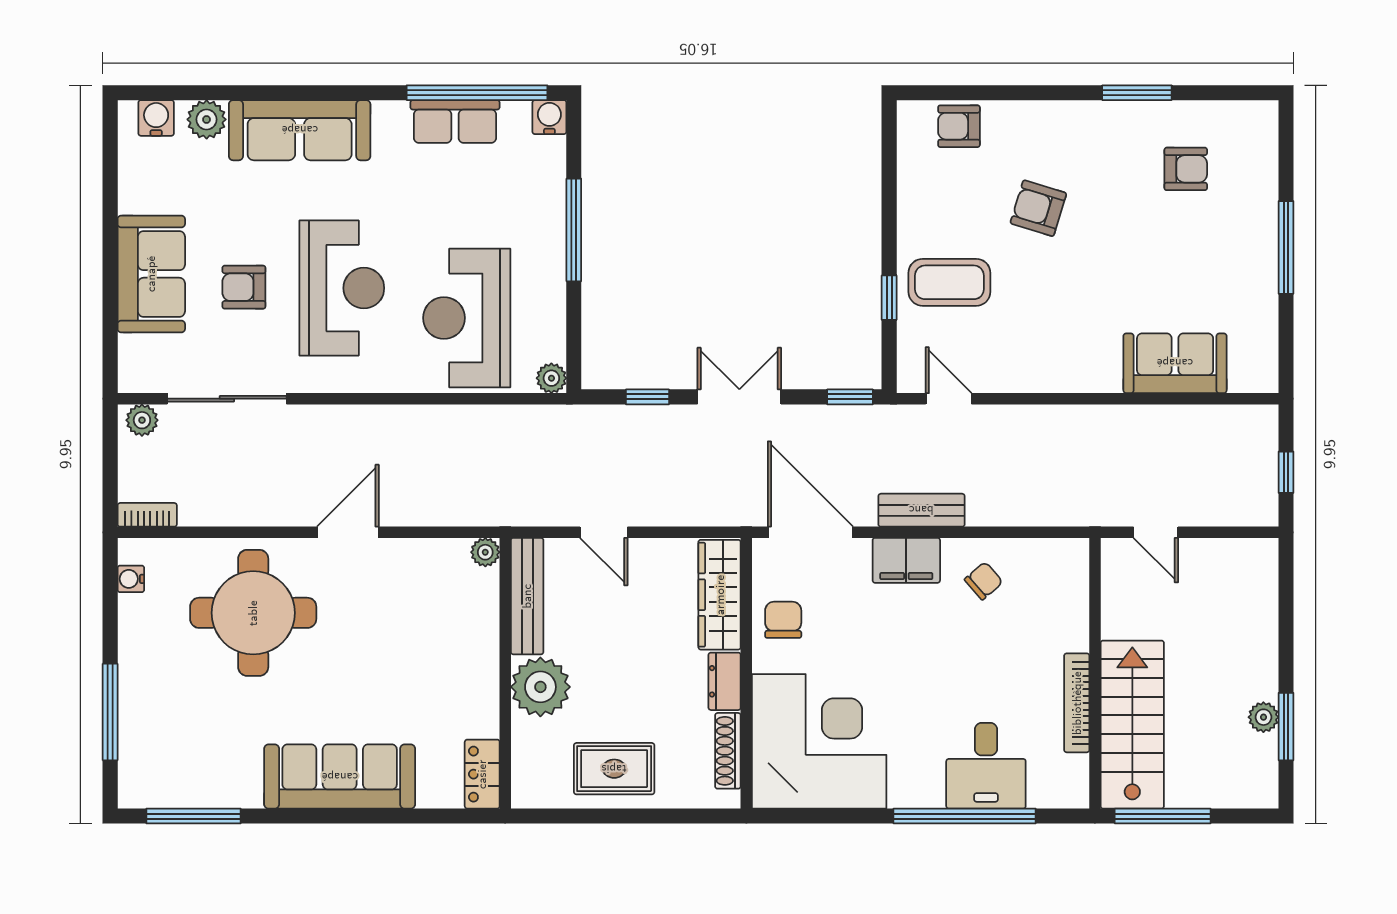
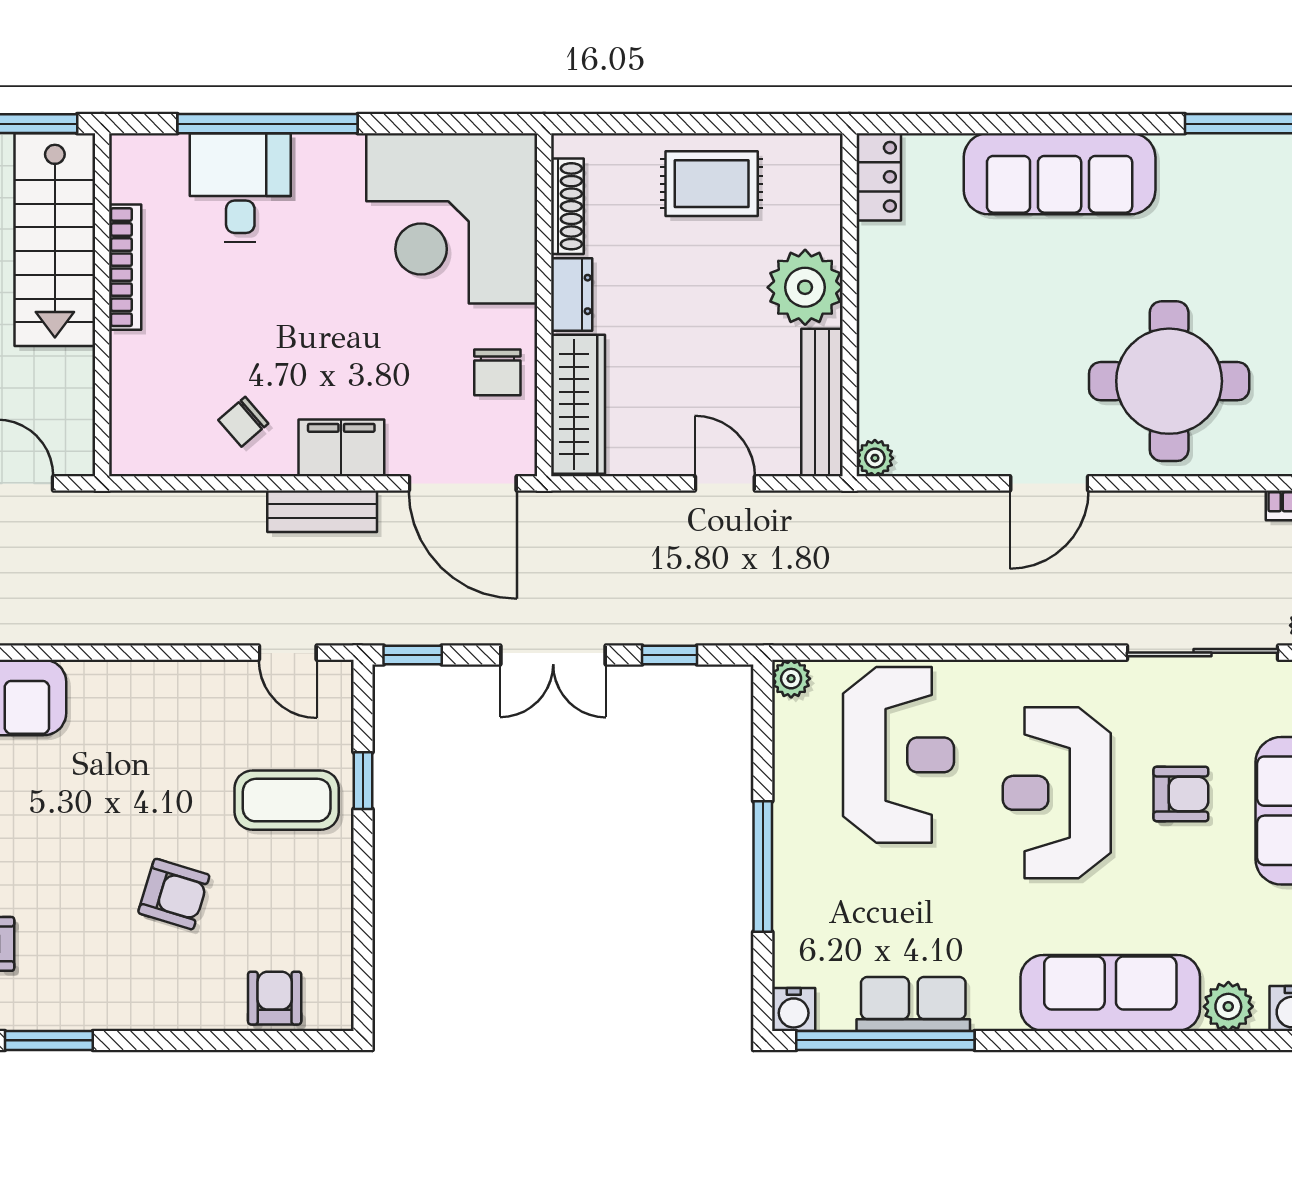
armchair: (959, 126) -> (275, 998), turned -90

